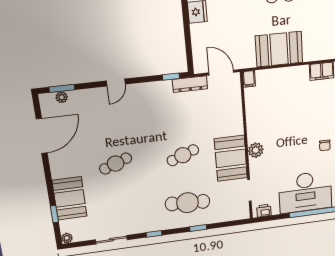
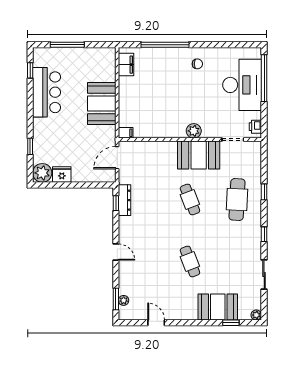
dresser: (190, 84) -> (125, 200), moved
door: (42, 136) -> (156, 323), width x0.53

